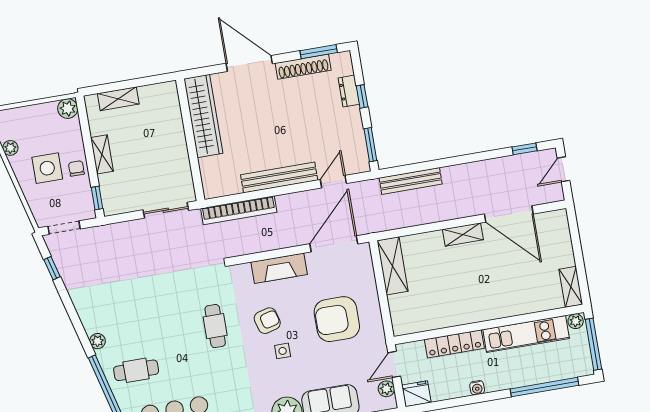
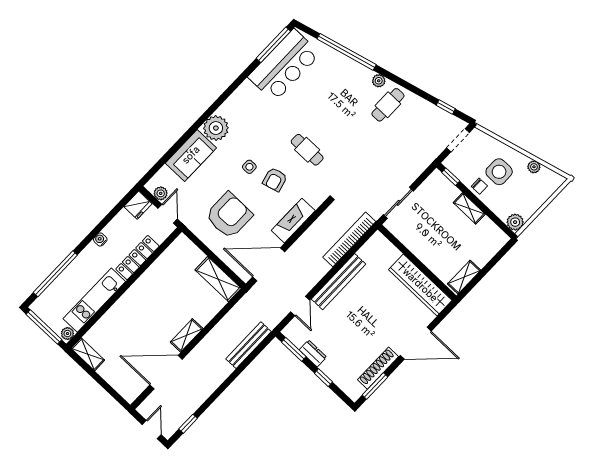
dresser: (349, 91) -> (313, 353), moved
shelving: (118, 99) -> (464, 277), moved
door: (334, 244) -> (269, 264), swing flipped
cafe table: (136, 370) -> (388, 105), moved

